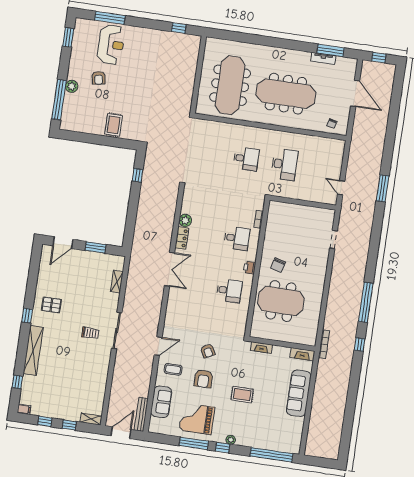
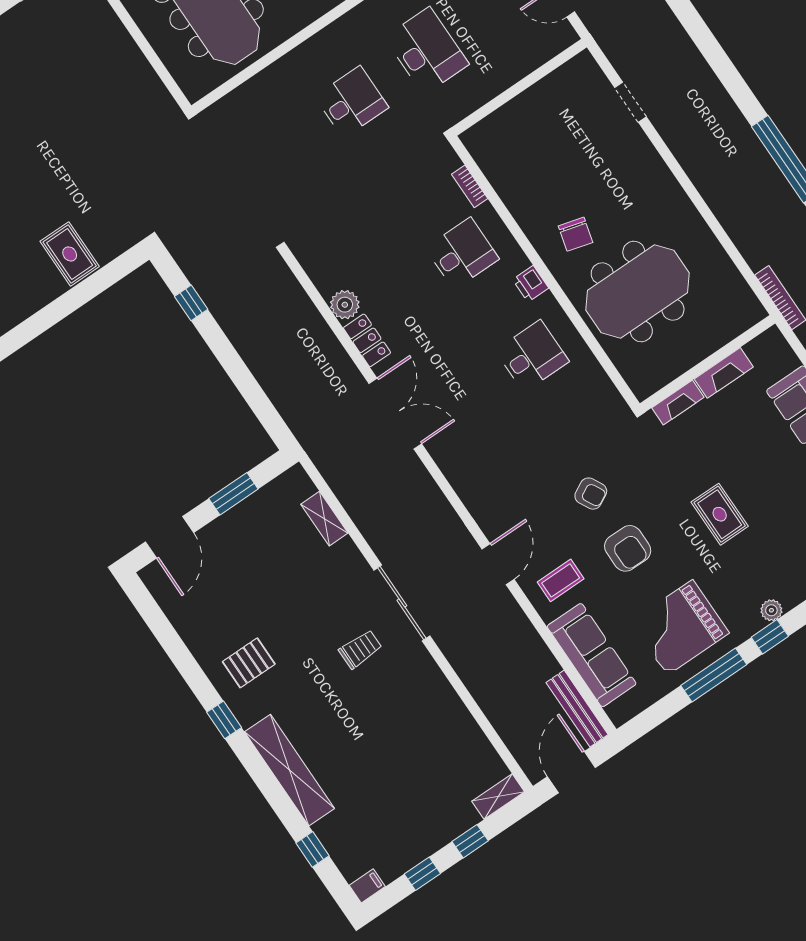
fireplace: (302, 354) -> (724, 373), moved
rug: (242, 395) -> (720, 514), turned 90
sofa: (161, 402) -> (592, 655), width x1.36

